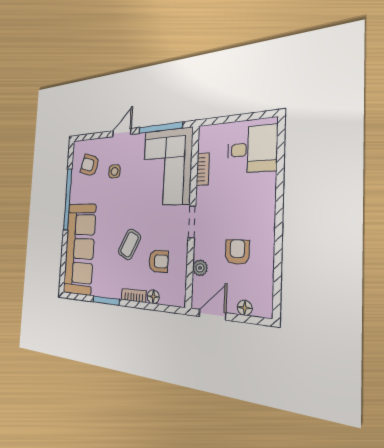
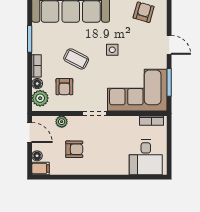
window: (160, 128) -> (169, 82), width x0.69
bookcase: (203, 169) -> (152, 121), moved
side table: (115, 171) -> (112, 50), moved
plant: (170, 295) -> (40, 98), added
filing cabinet: (263, 305) -> (41, 169), added

